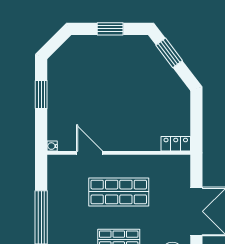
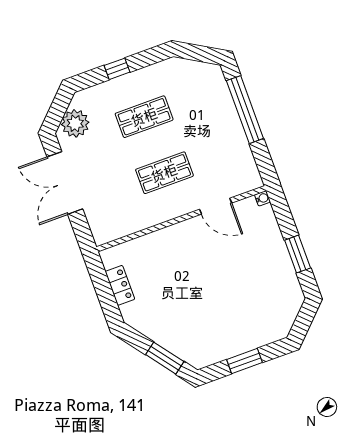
locker: (176, 144) -> (120, 285), moved, turned -90
shop shelf: (119, 192) -> (164, 173), width x0.70, depth x0.74

